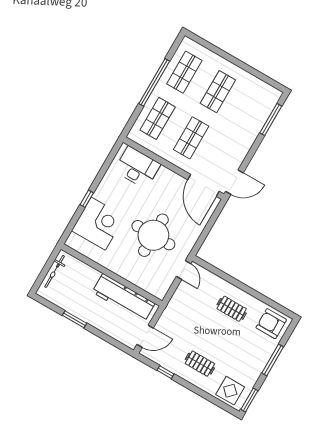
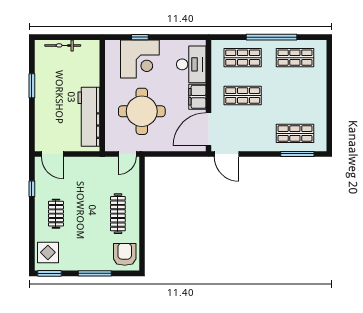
shop shelf: (218, 92) -> (295, 133), moved
filing cabinet: (169, 179) -> (197, 97), added
corner desk: (98, 224) -> (140, 59), moved
wall: (112, 275) -> (102, 96), moved
workbench: (124, 298) -> (89, 117), moved
clothes rail: (232, 309) -> (118, 214), width x1.36

